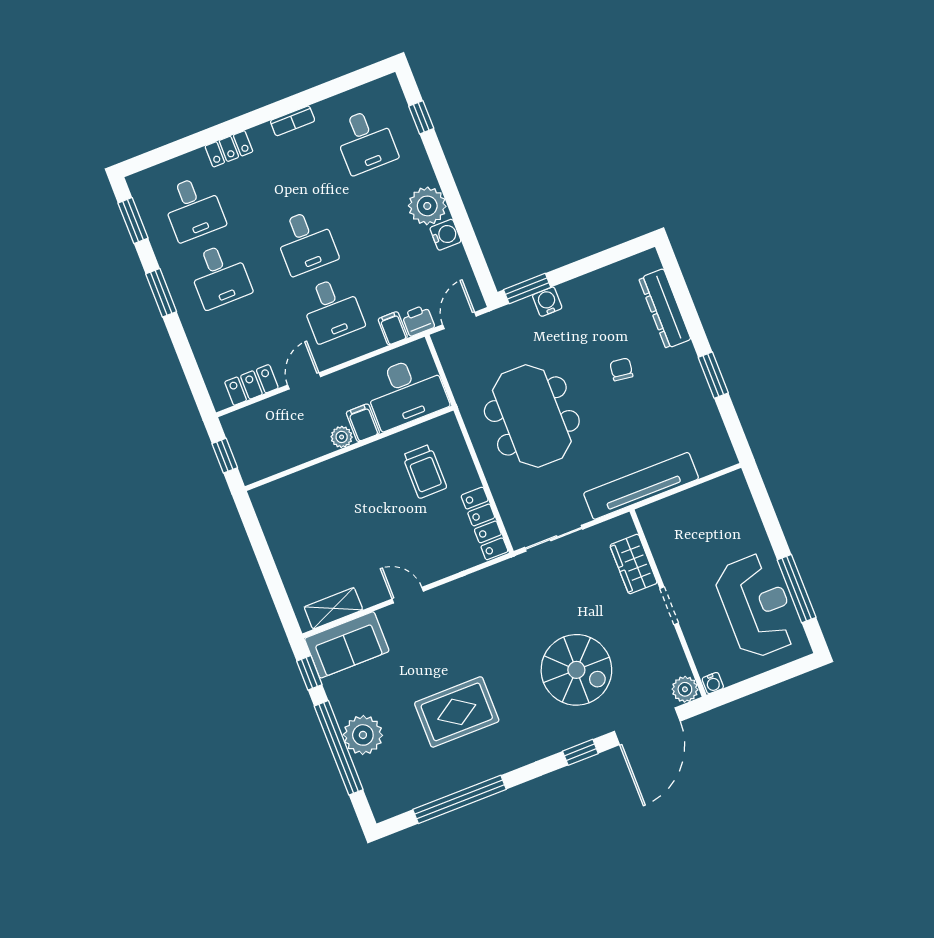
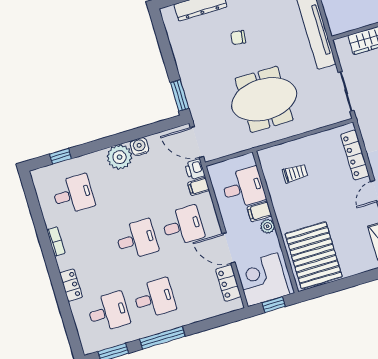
window: (161, 293) -> (162, 338), width x1.44
water cooler: (547, 302) -> (189, 83), removed
door: (459, 320) -> (197, 142), width x1.38
door: (304, 381) -> (229, 248), width x1.38
desk: (406, 392) -> (243, 188), width x0.73
corner desk: (261, 436) -> (263, 280), added
trolley: (424, 471) -> (295, 173), width x0.73, depth x0.72
pallet: (304, 510) -> (314, 255), added
locker: (485, 523) -> (355, 155), moved, turned 90

